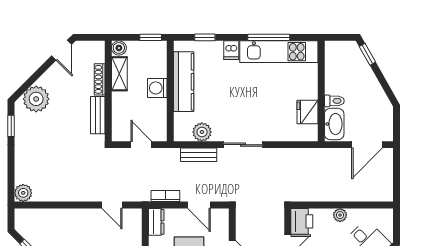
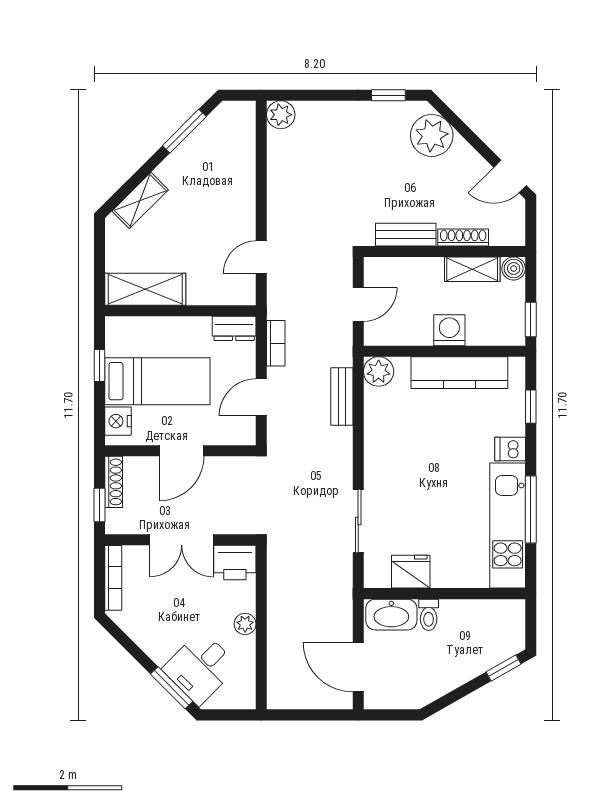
plant: (202, 132) -> (379, 371), moved
sliding door: (243, 145) -> (358, 521), moved

